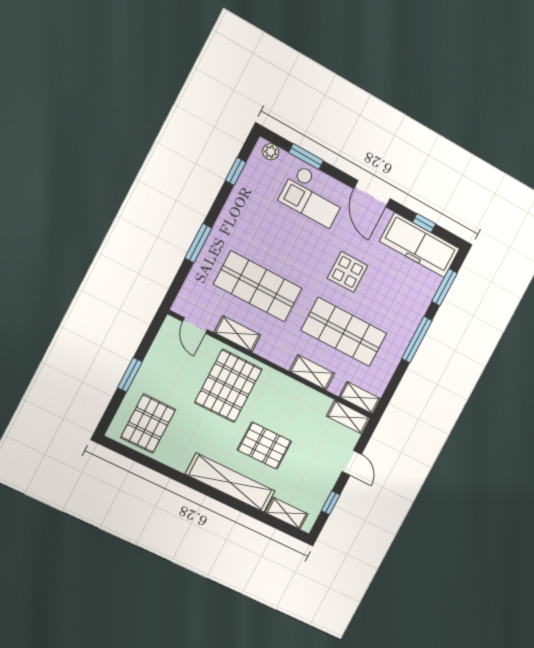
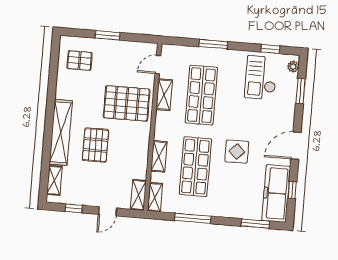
checkout: (313, 196) -> (261, 78), moved
window: (417, 340) -> (193, 218), moved
pallet: (148, 424) -> (80, 61), width x0.67, depth x0.71

